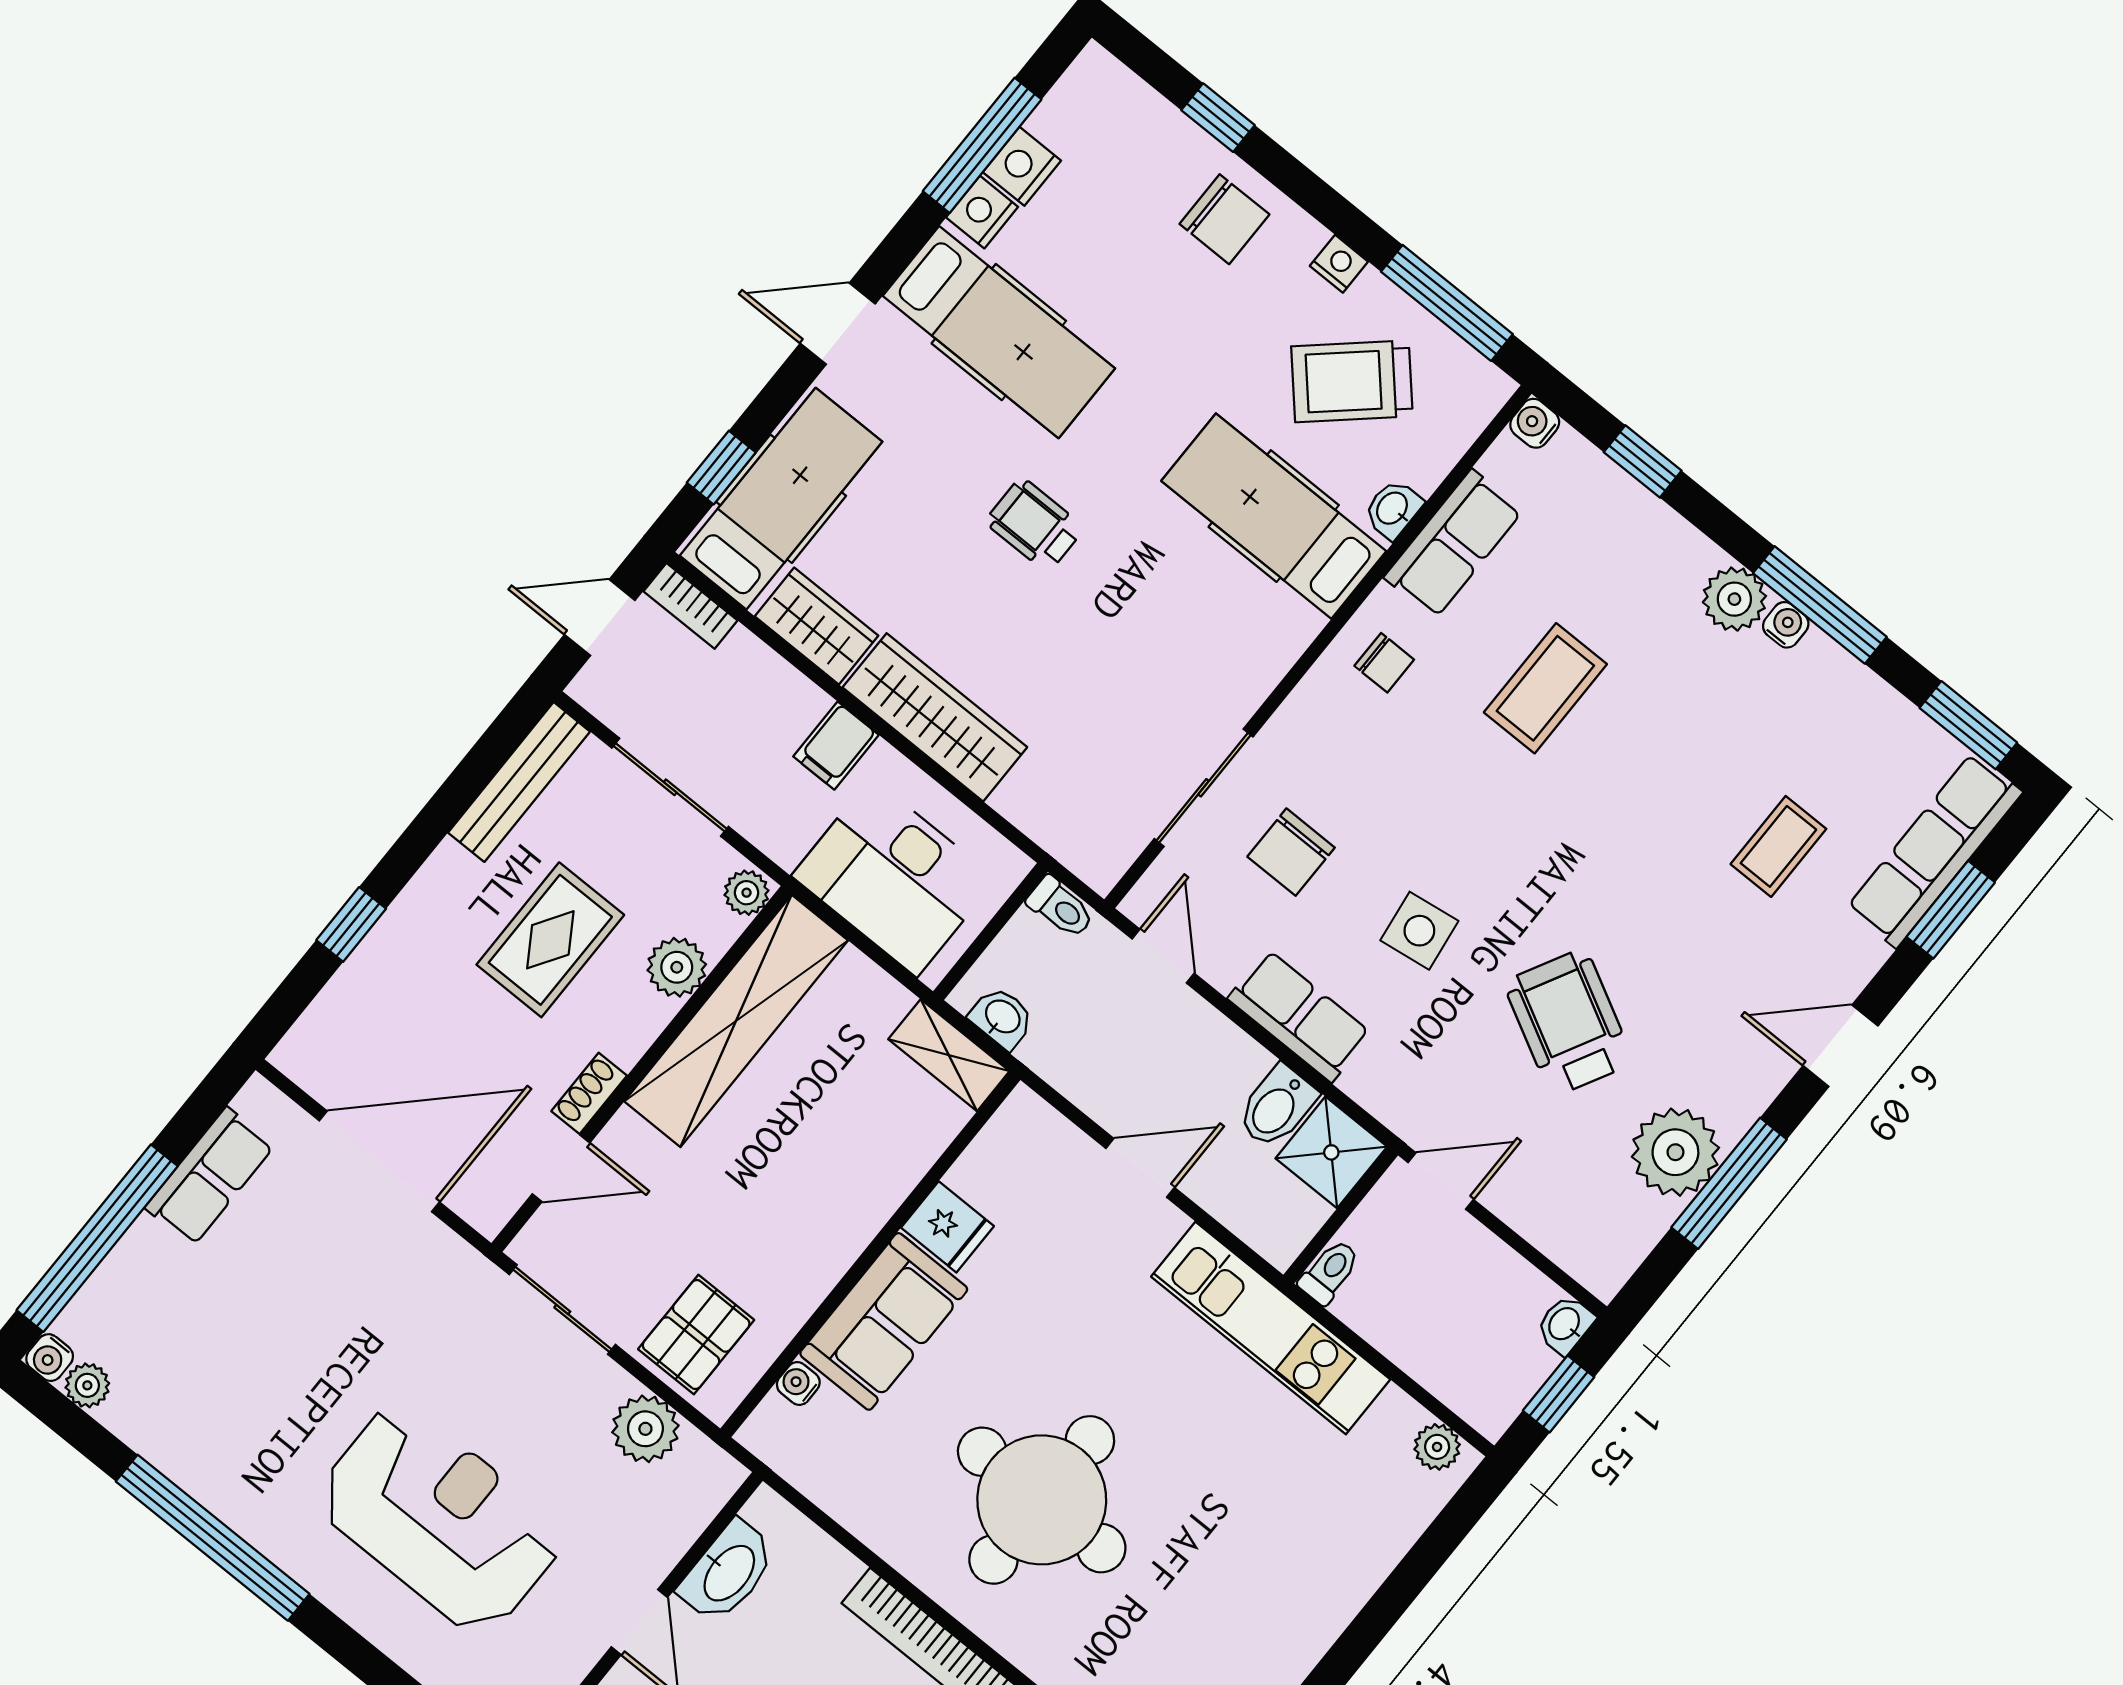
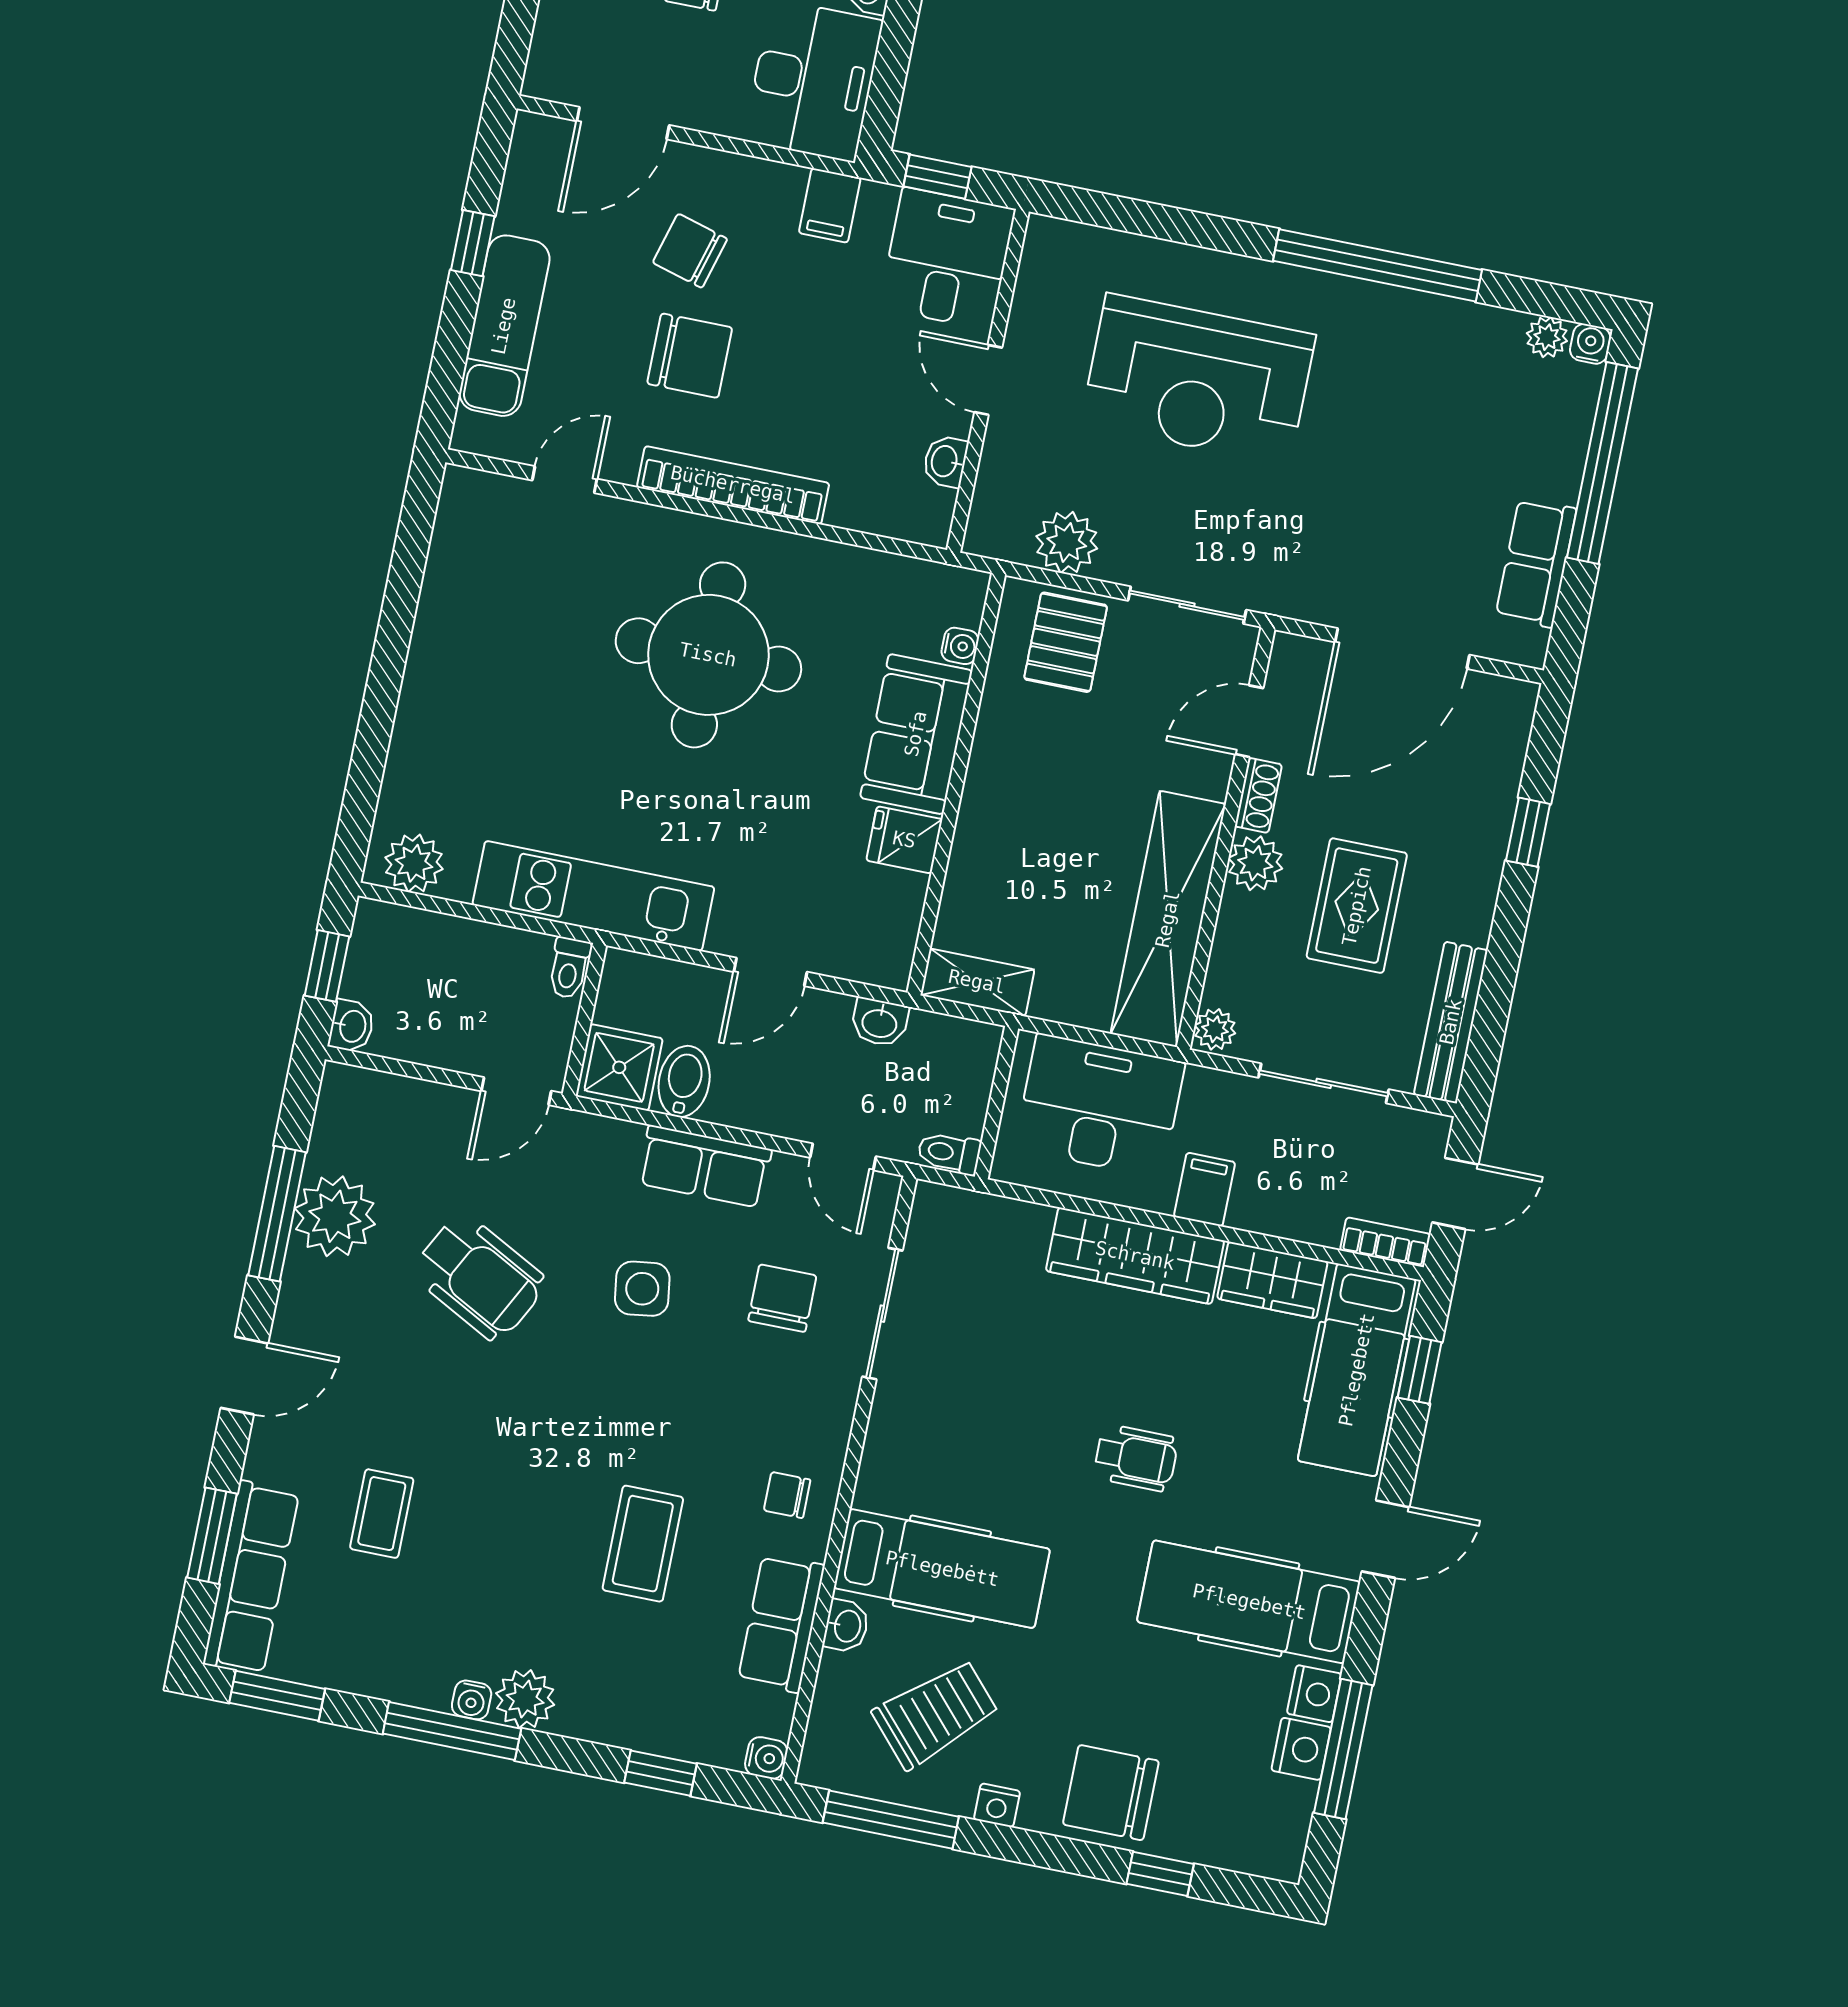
chair: (1224, 219) -> (1111, 1793), width x1.37, depth x1.37
plant: (677, 967) -> (1255, 863), moved
washbasin: (1002, 1018) -> (880, 1022), moved
plant: (1437, 1447) -> (414, 863), width x1.38, depth x1.38
washbasin: (728, 1572) -> (945, 461), width x0.52, depth x0.69

